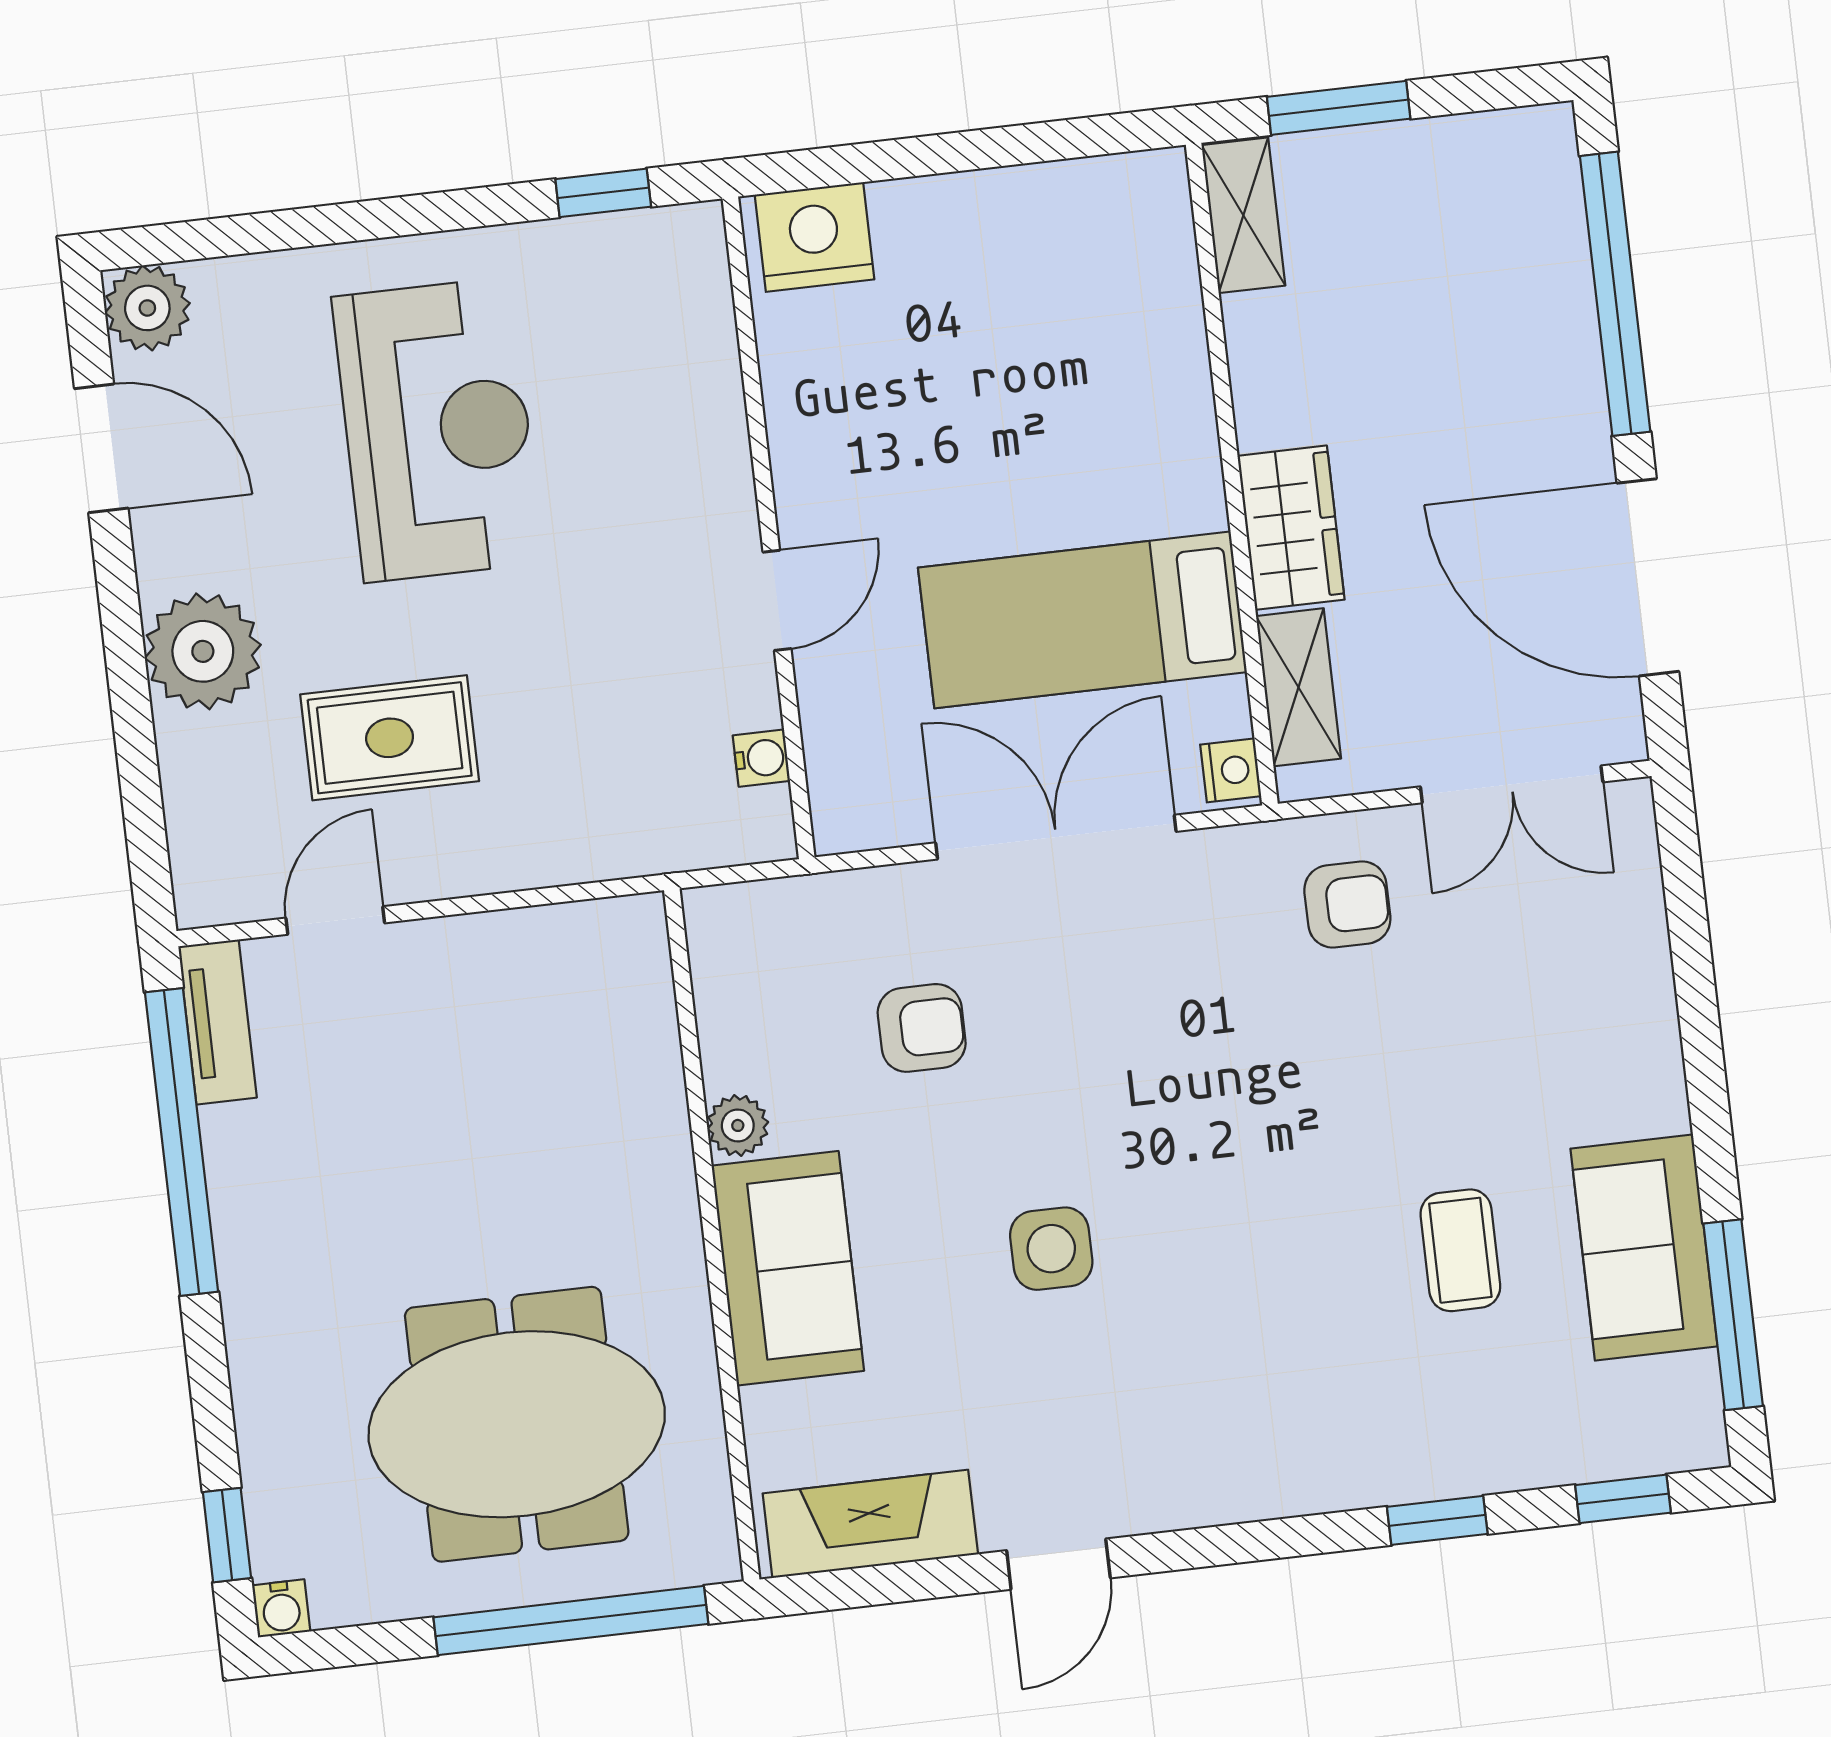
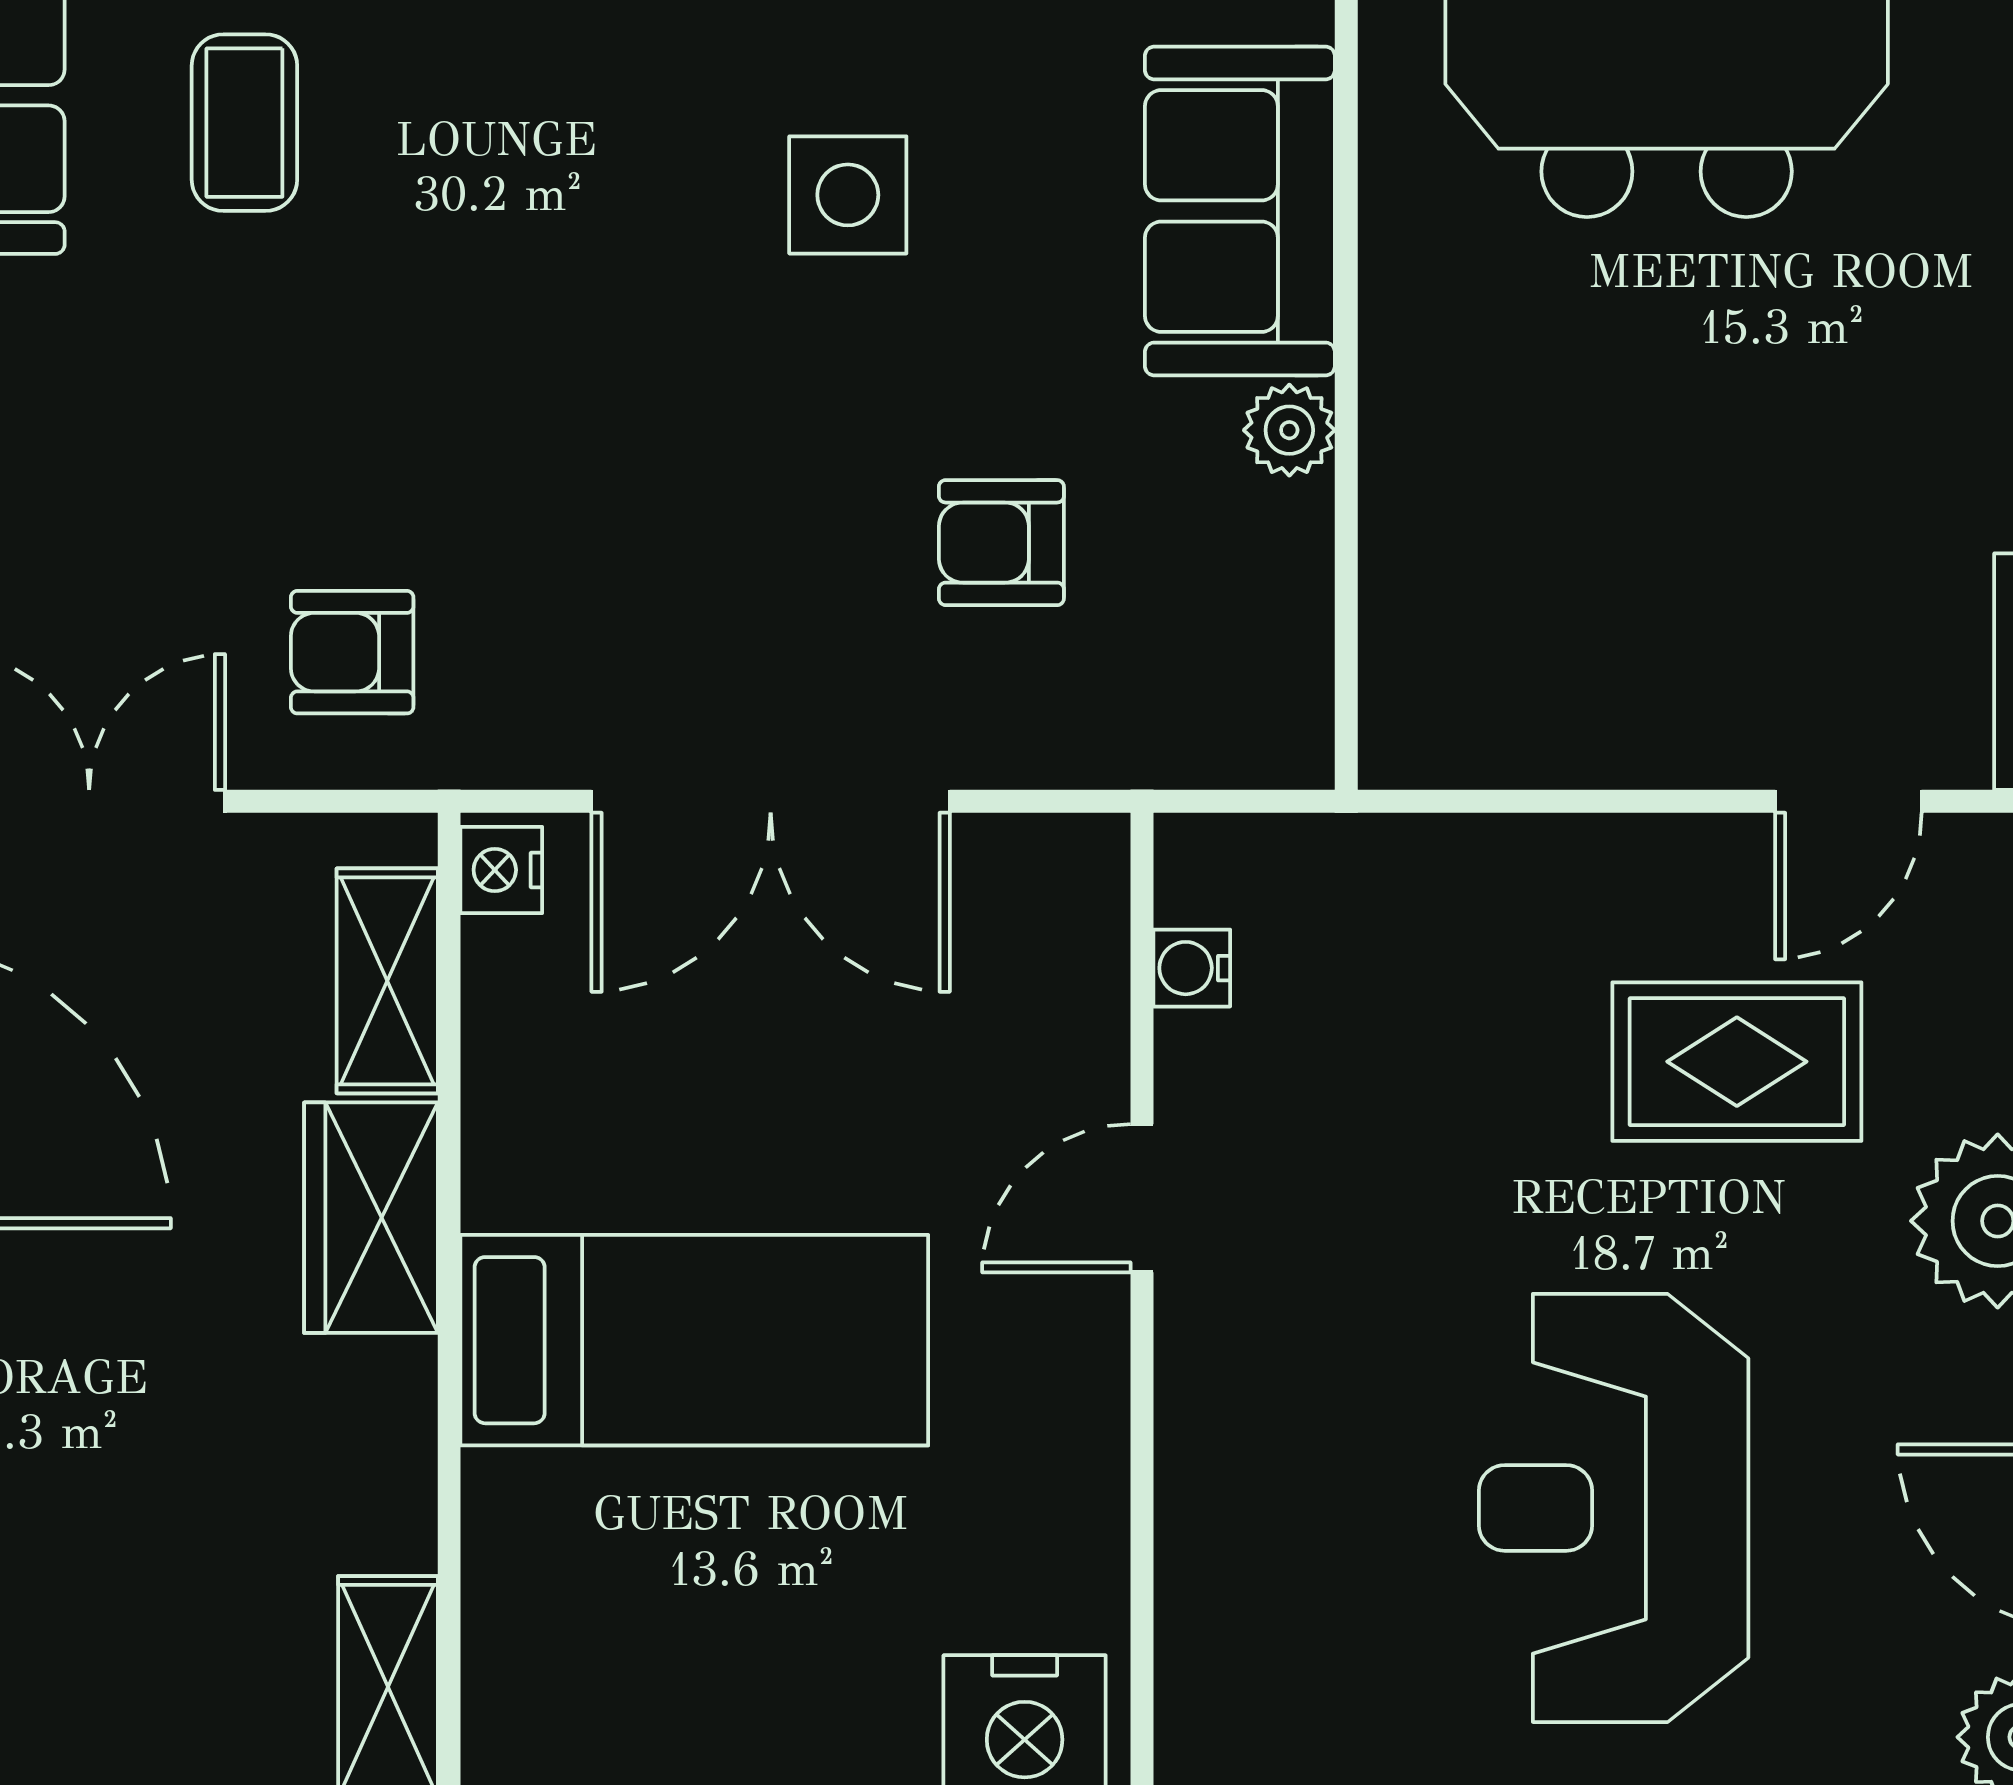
bed: (1083, 620) -> (694, 1340), moved

